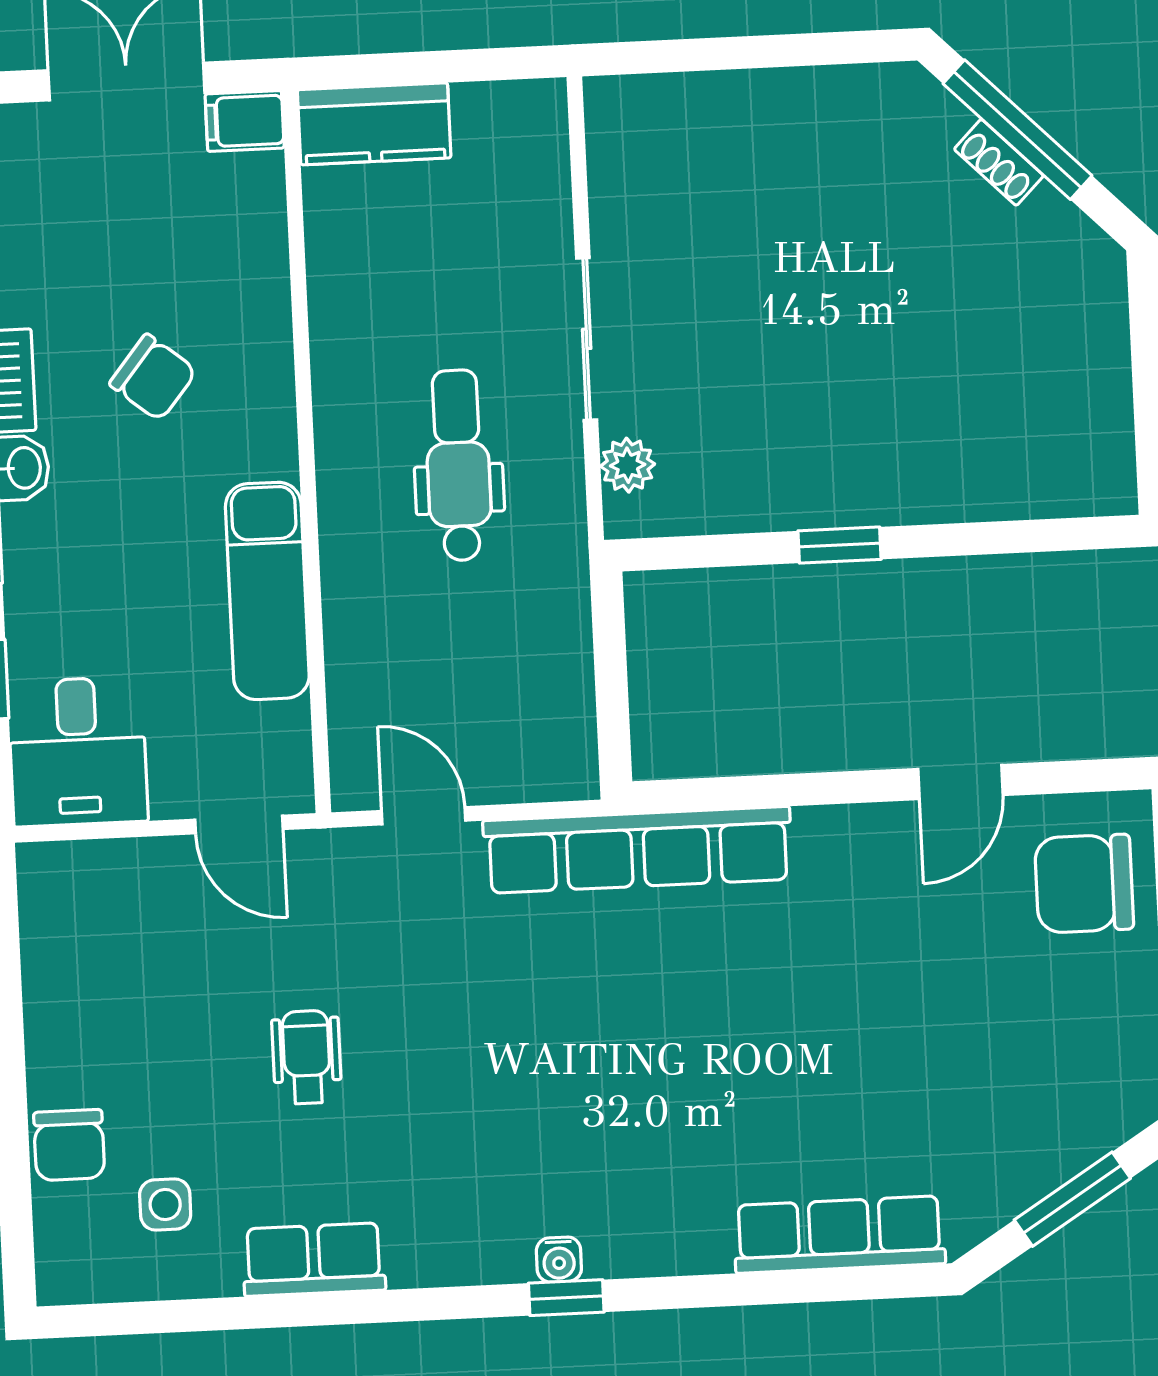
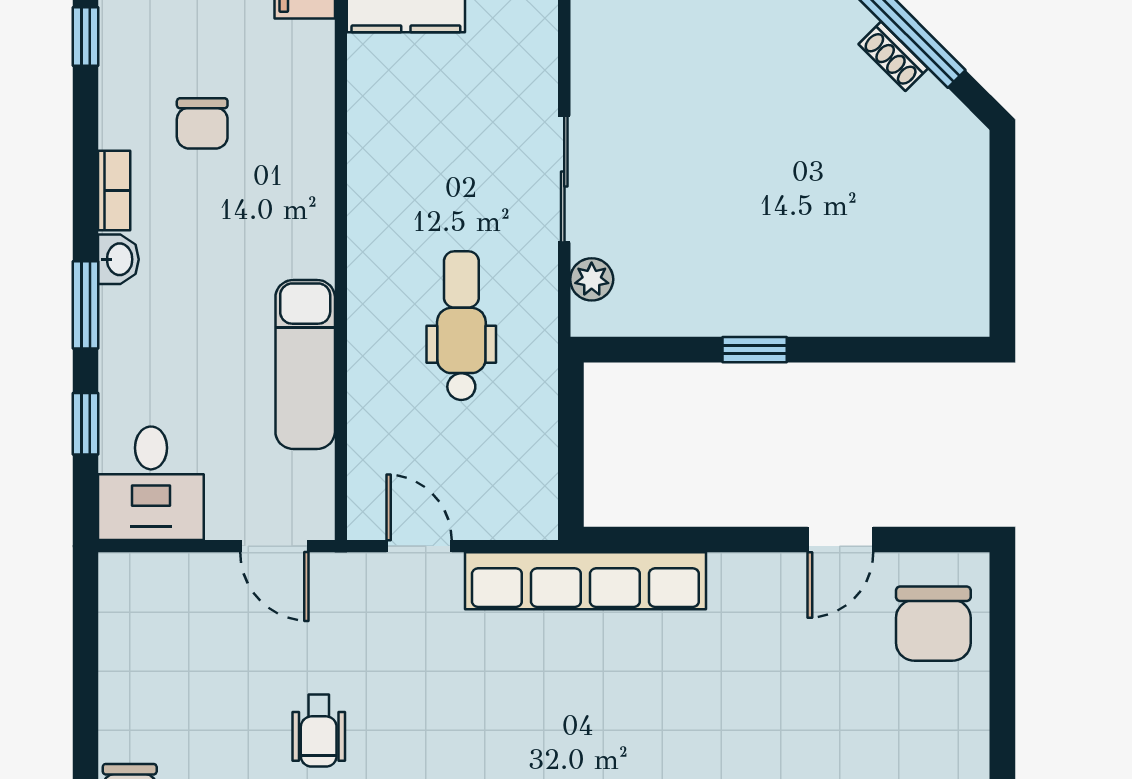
chair: (153, 377) -> (202, 123), moved, turned 51
dental chair: (458, 465) -> (461, 326), moved
chair: (1084, 884) -> (933, 624), turned -90
wheelchair: (307, 1057) -> (319, 731), turned 180

